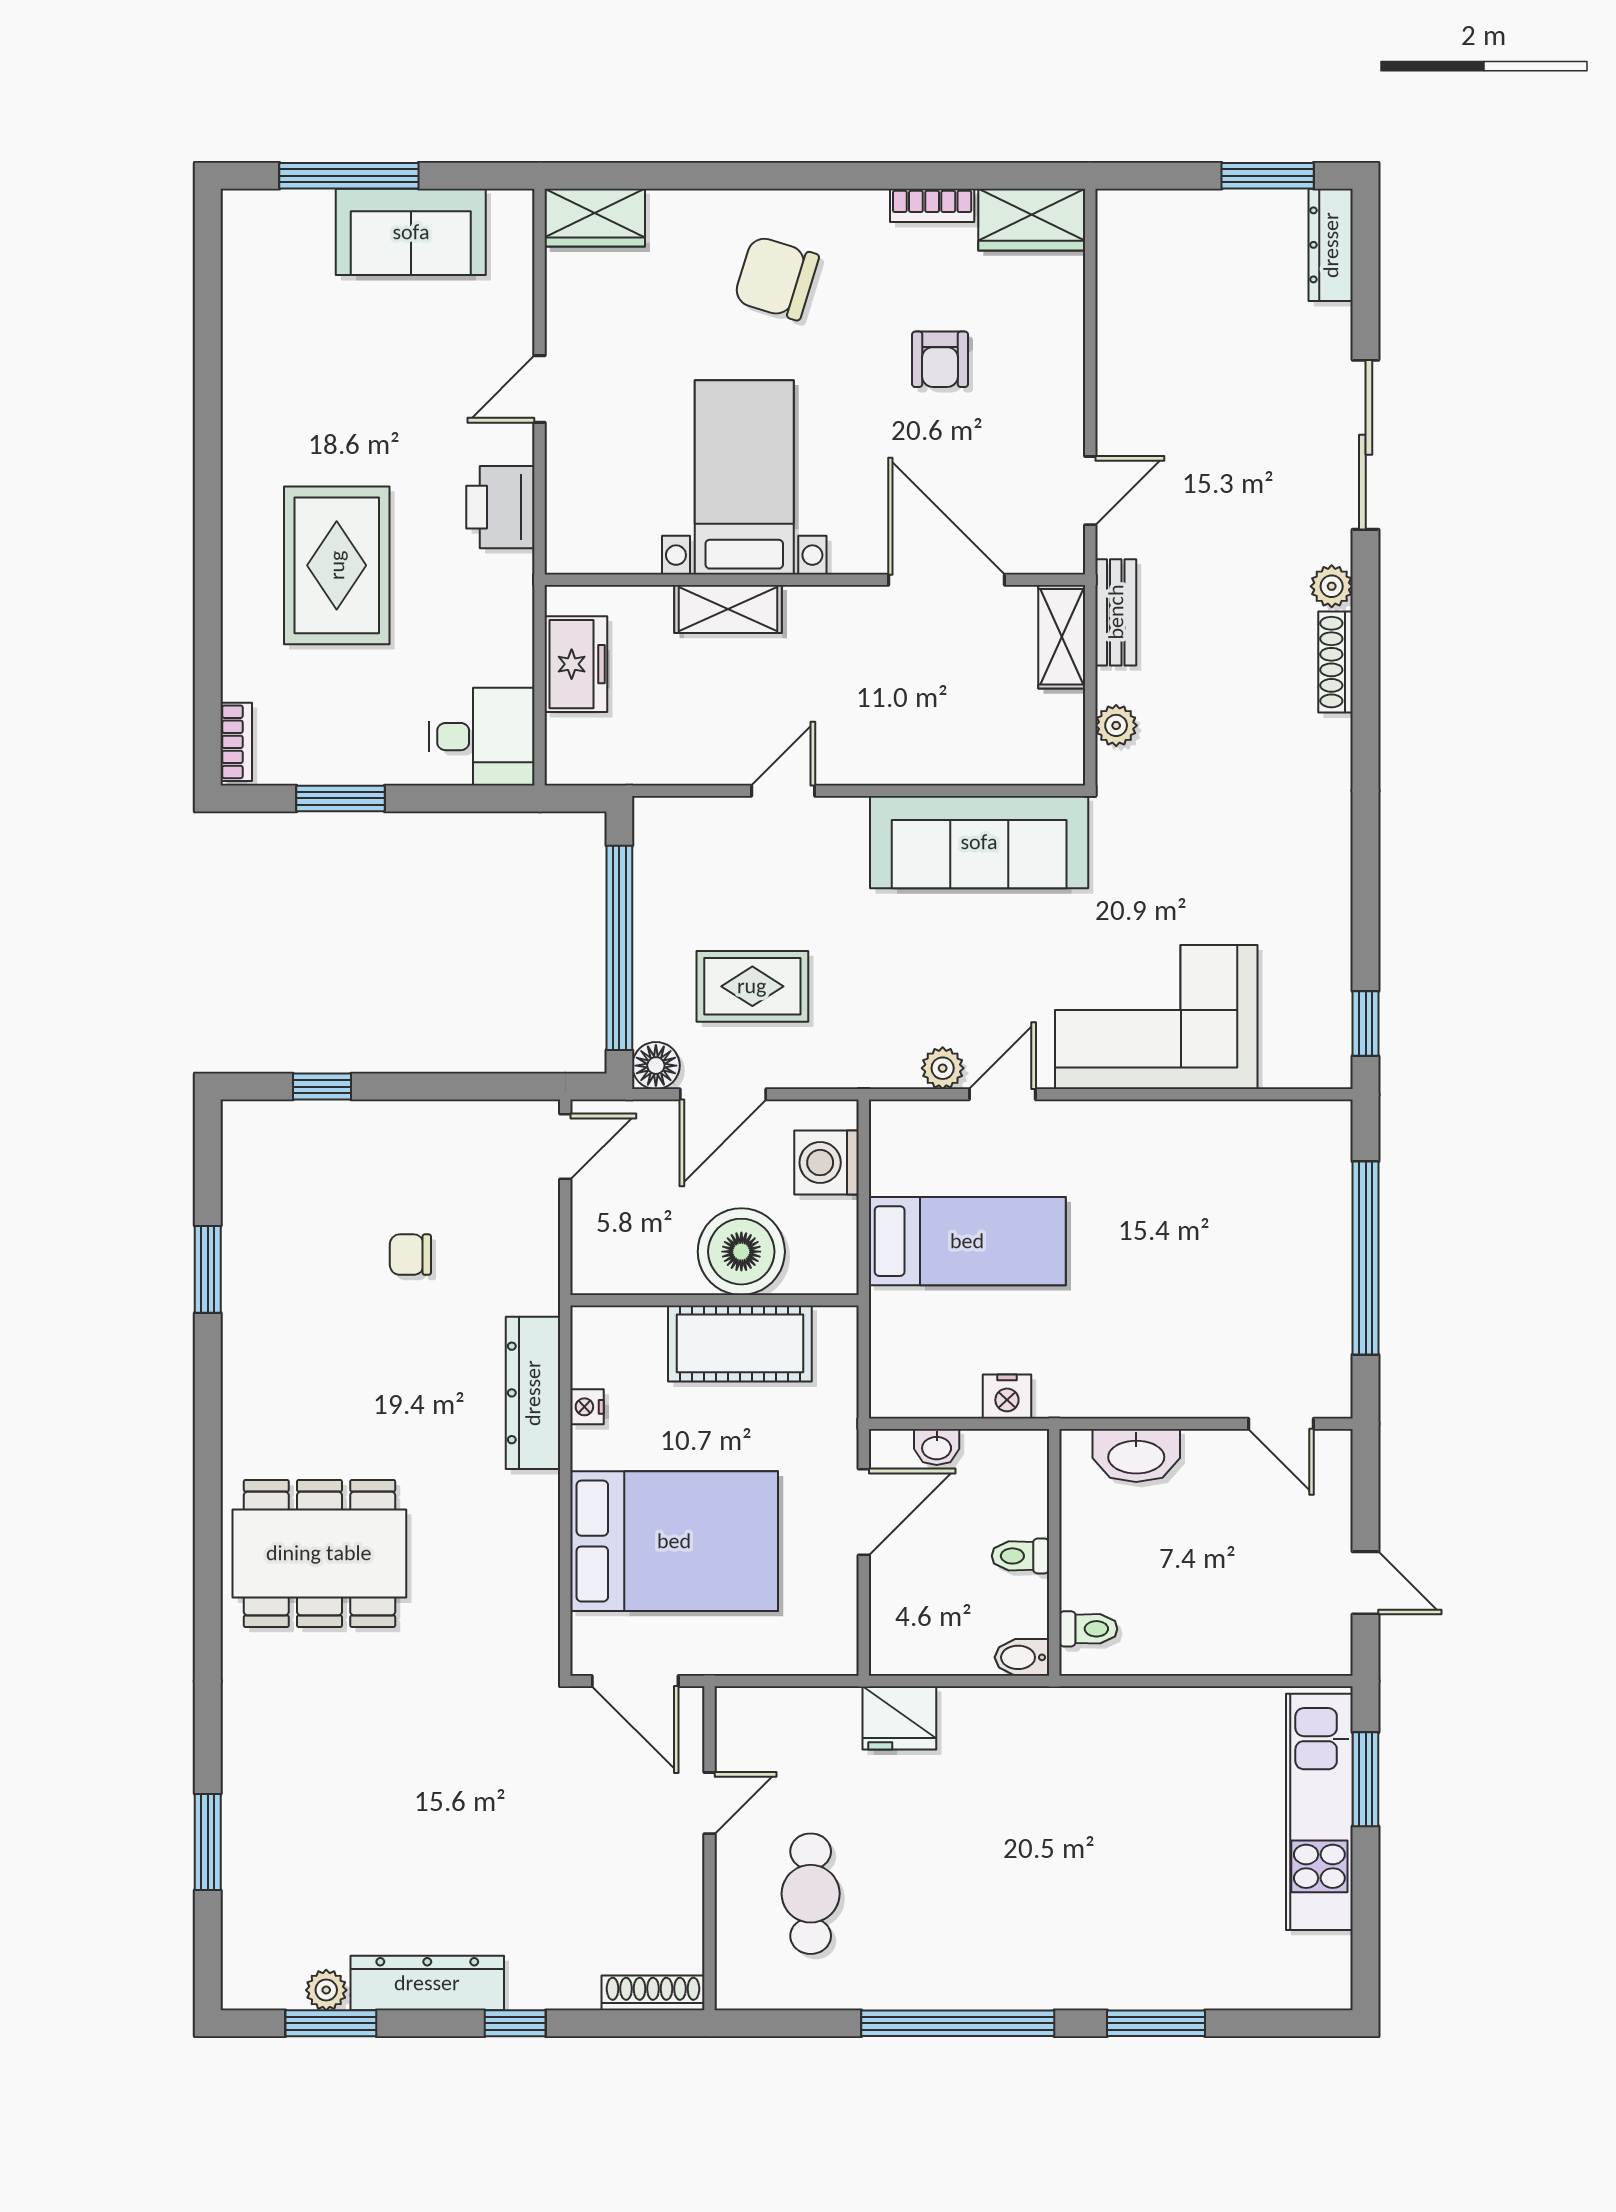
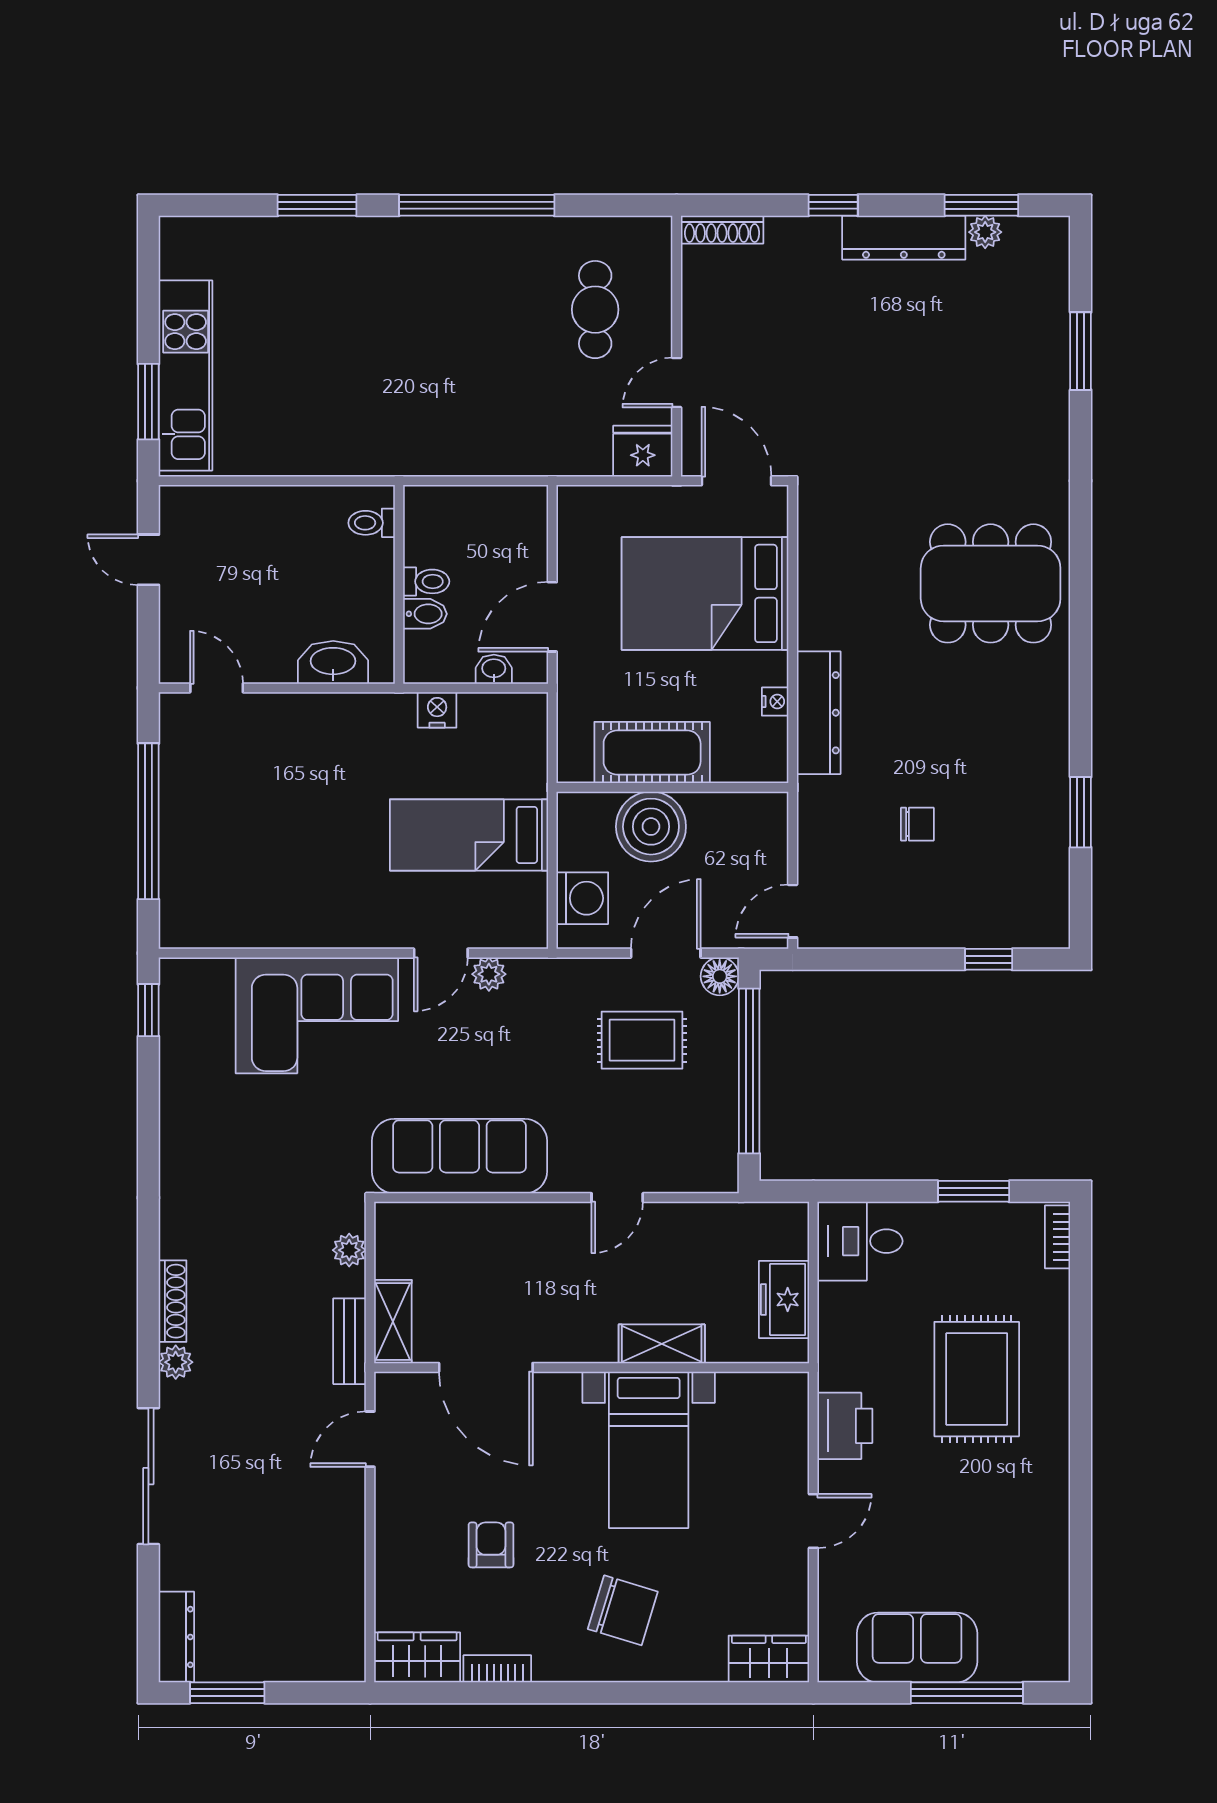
bidet: (1022, 1657) -> (425, 614), moved
fridge: (899, 1718) -> (643, 451), moved

